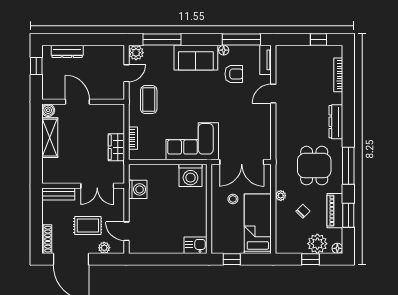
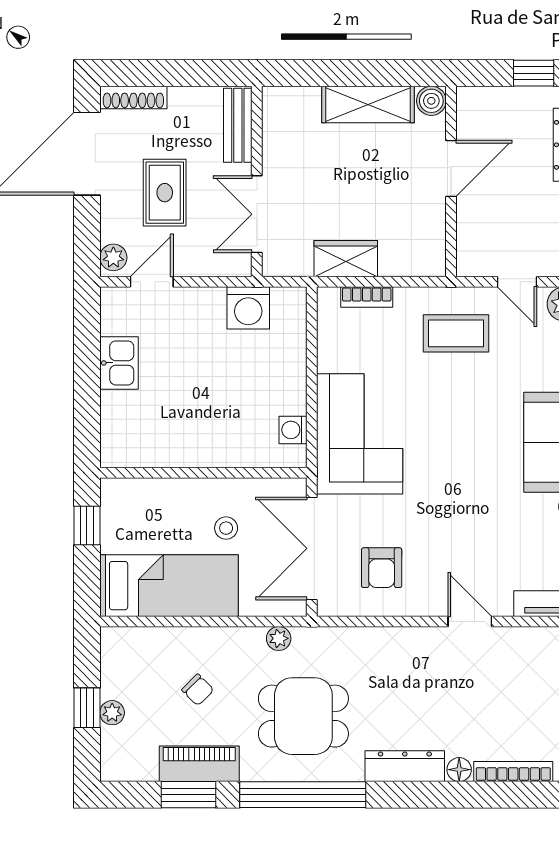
armchair: (234, 74) -> (382, 568), moved
window: (348, 166) -> (303, 795), width x1.46
washing machine: (190, 175) -> (293, 430), width x0.53, depth x0.53
plant: (281, 196) -> (279, 638), moved
plant: (317, 244) -> (112, 713), width x0.53, depth x0.53
kitchen sink: (195, 245) -> (119, 363), moved
plant: (104, 248) -> (113, 257), moved
floor lamp: (337, 248) -> (459, 770), moved

